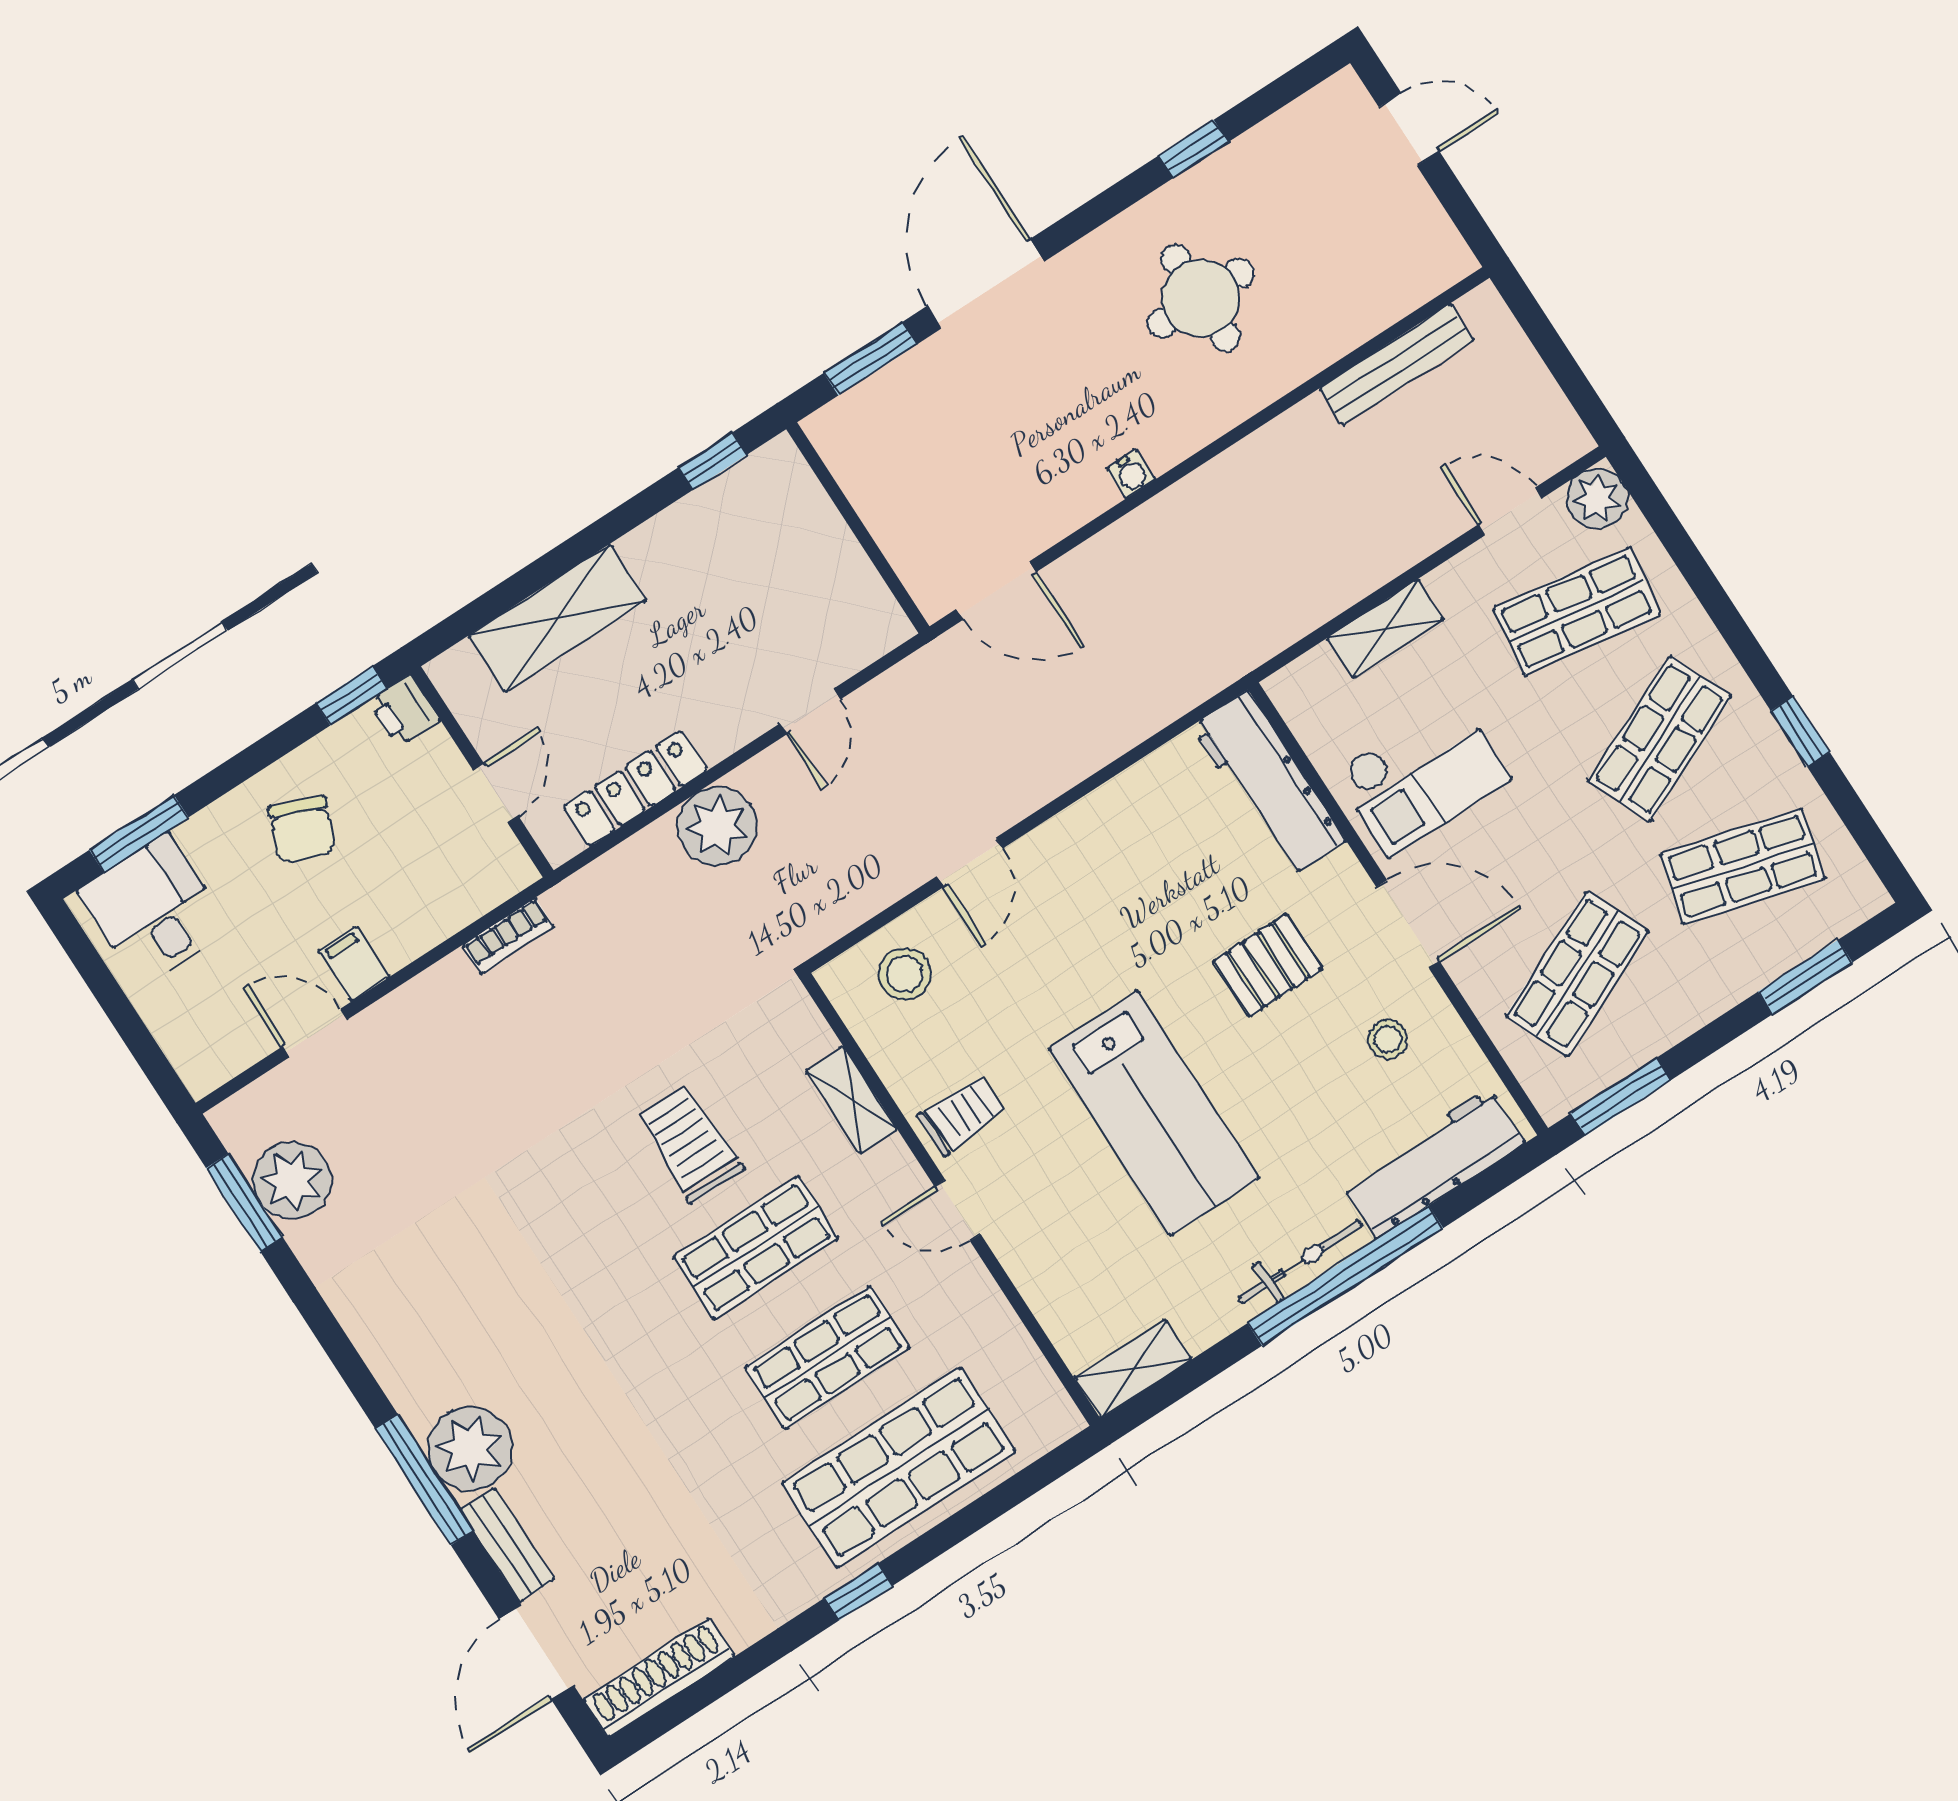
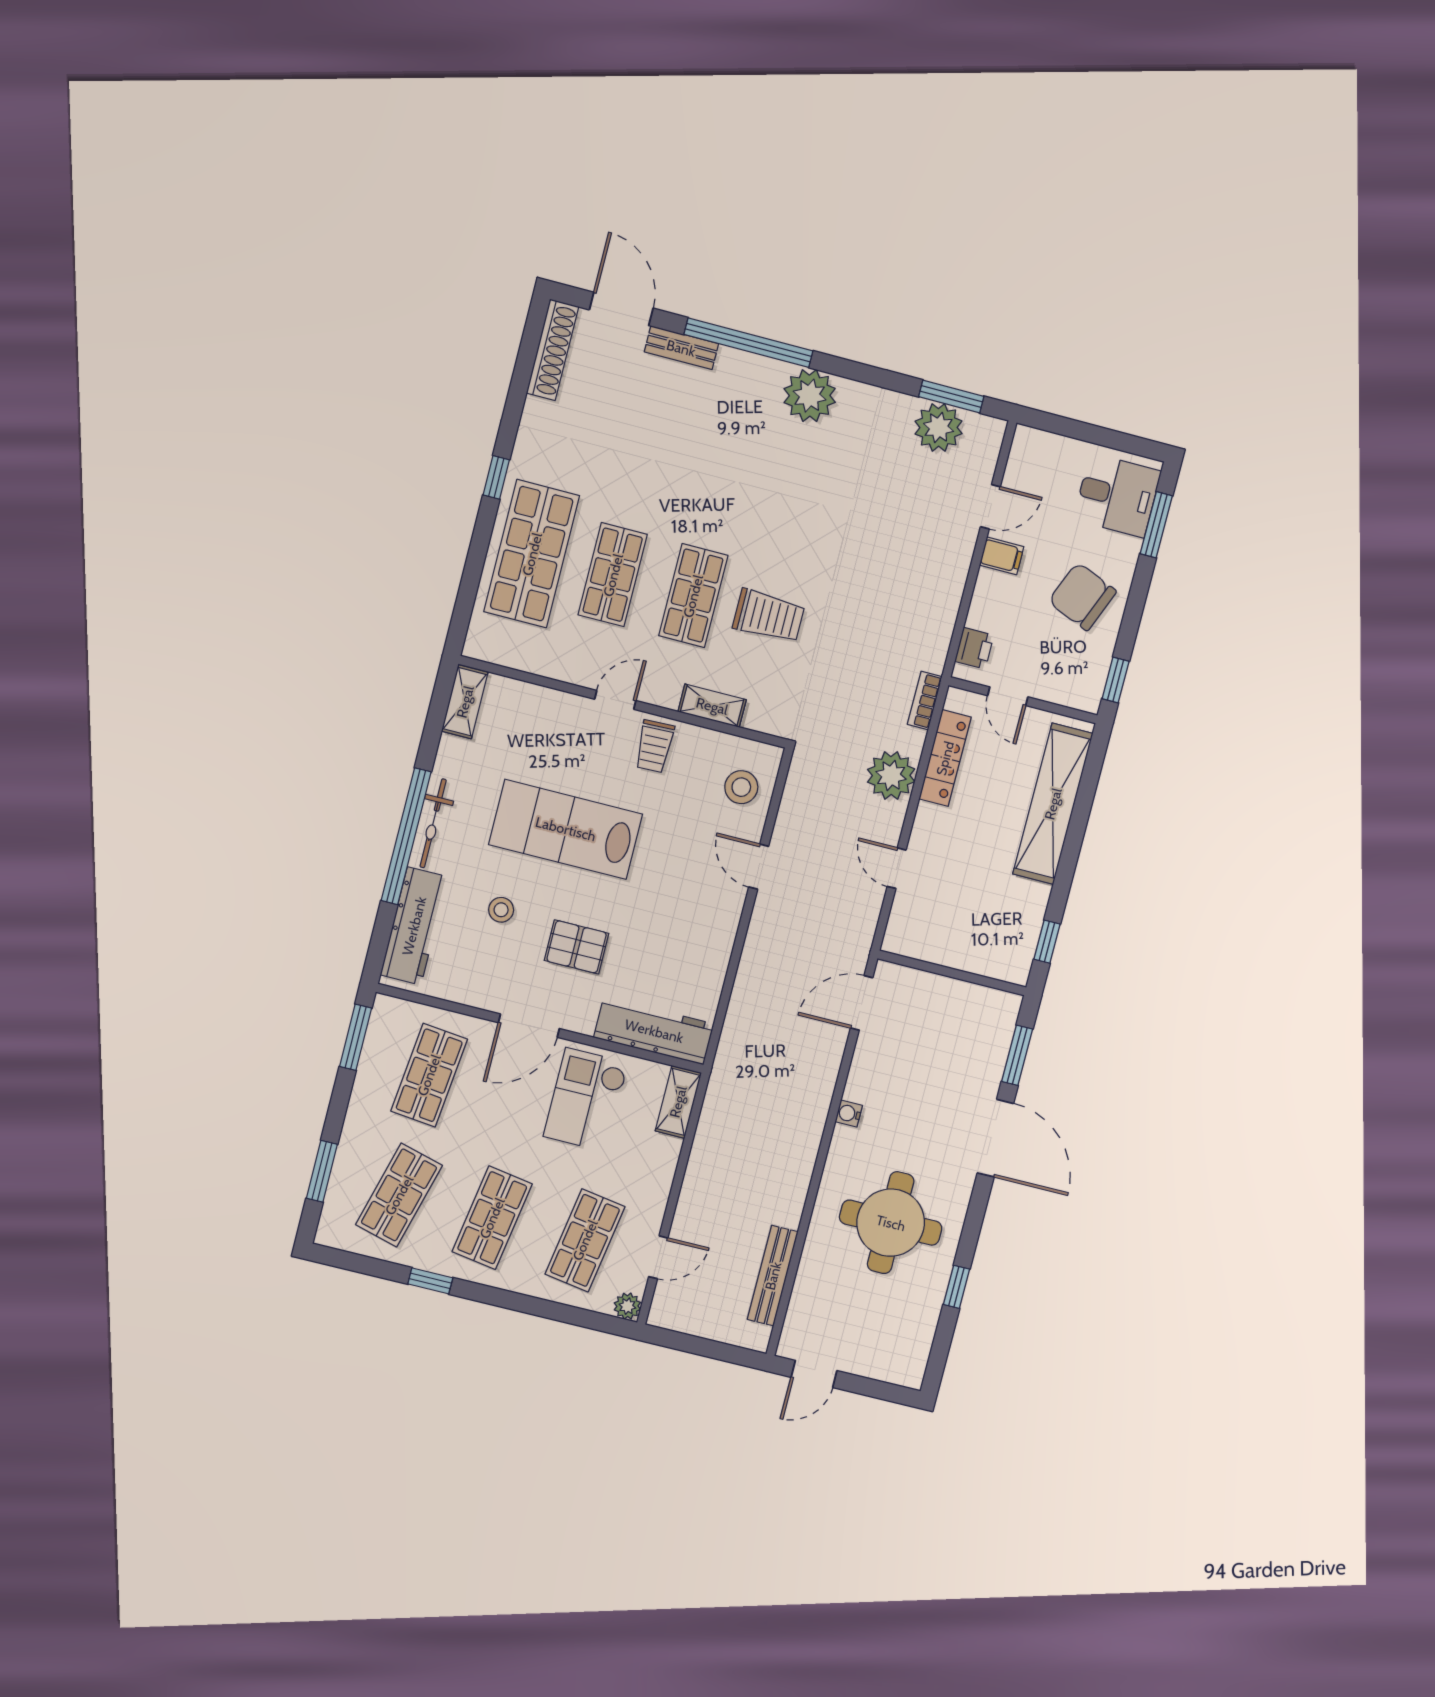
door: (1409, 129) -> (814, 1374), moved
round table: (1201, 298) -> (891, 1223), width x1.36, depth x1.36
plant: (1597, 498) -> (627, 1306), width x0.73, depth x0.73
shelving: (558, 618) -> (1053, 804), width x1.47
shelving: (1385, 629) -> (678, 1102), moved
printer: (404, 710) -> (974, 648), moved, turned 90
shop shelf: (1660, 739) -> (492, 1218), turned 33
chair: (302, 830) -> (1082, 596), width x1.37, depth x1.37
bookcase: (508, 936) -> (925, 701), moved
pallet: (1268, 965) -> (577, 947), turned 90
shop shelf: (1577, 974) -> (429, 1075), turned 30
stool: (1388, 1039) -> (501, 910), moved
plant: (470, 1448) -> (810, 396), moved
window: (424, 1480) -> (748, 343), width x1.46

